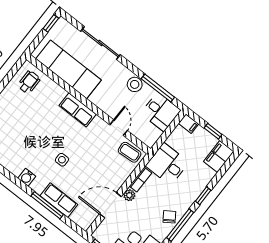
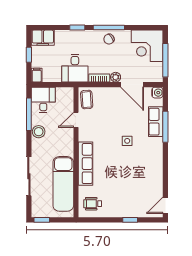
row of seats: (78, 110) -> (86, 164), width x1.48
water cooler: (27, 177) -> (157, 93), moved

